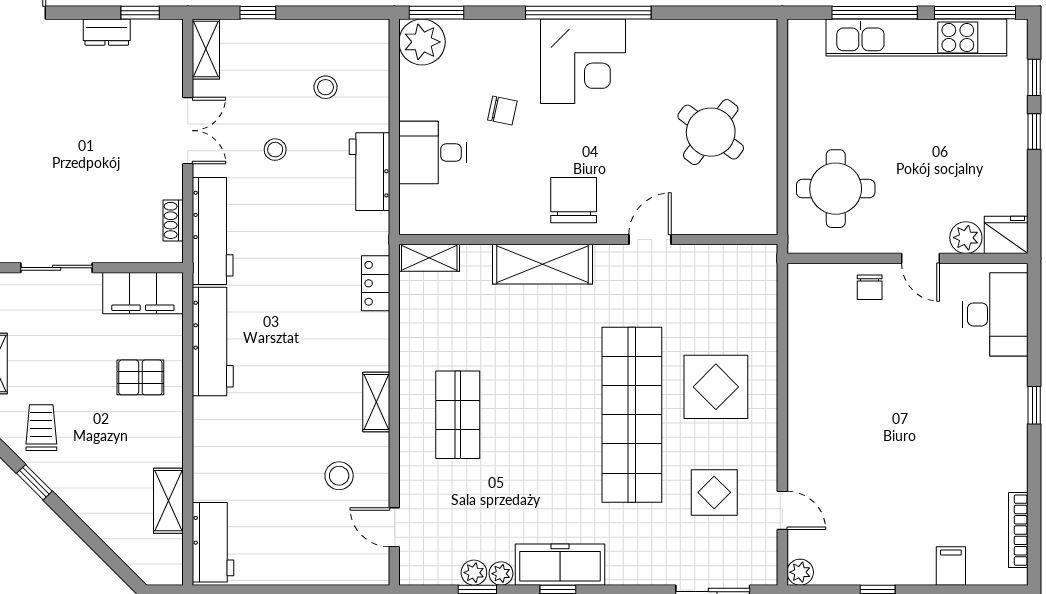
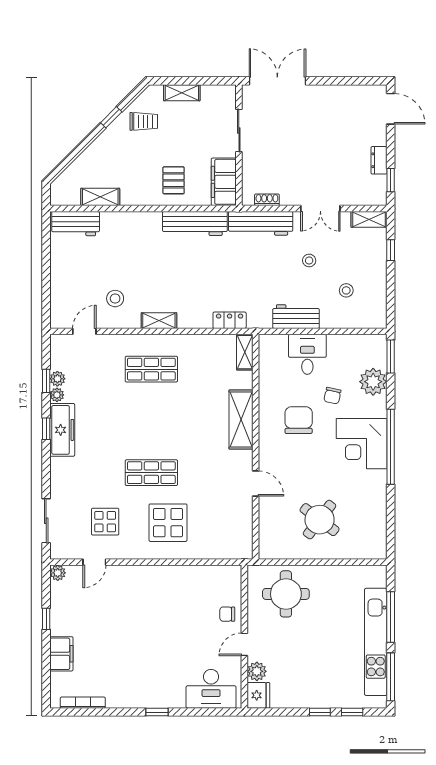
plant: (422, 42) -> (373, 382), moved
chair: (574, 200) -> (299, 420), moved, turned -90
shop shelf: (632, 415) -> (151, 473), width x0.50, depth x0.74
filing cabinet: (951, 566) -> (61, 654), width x2.00

